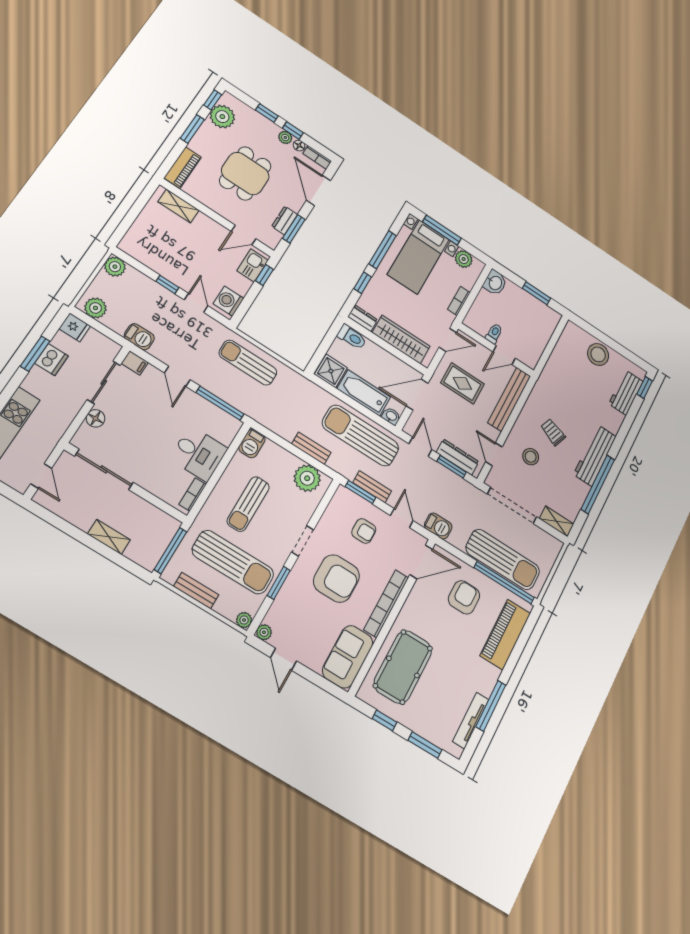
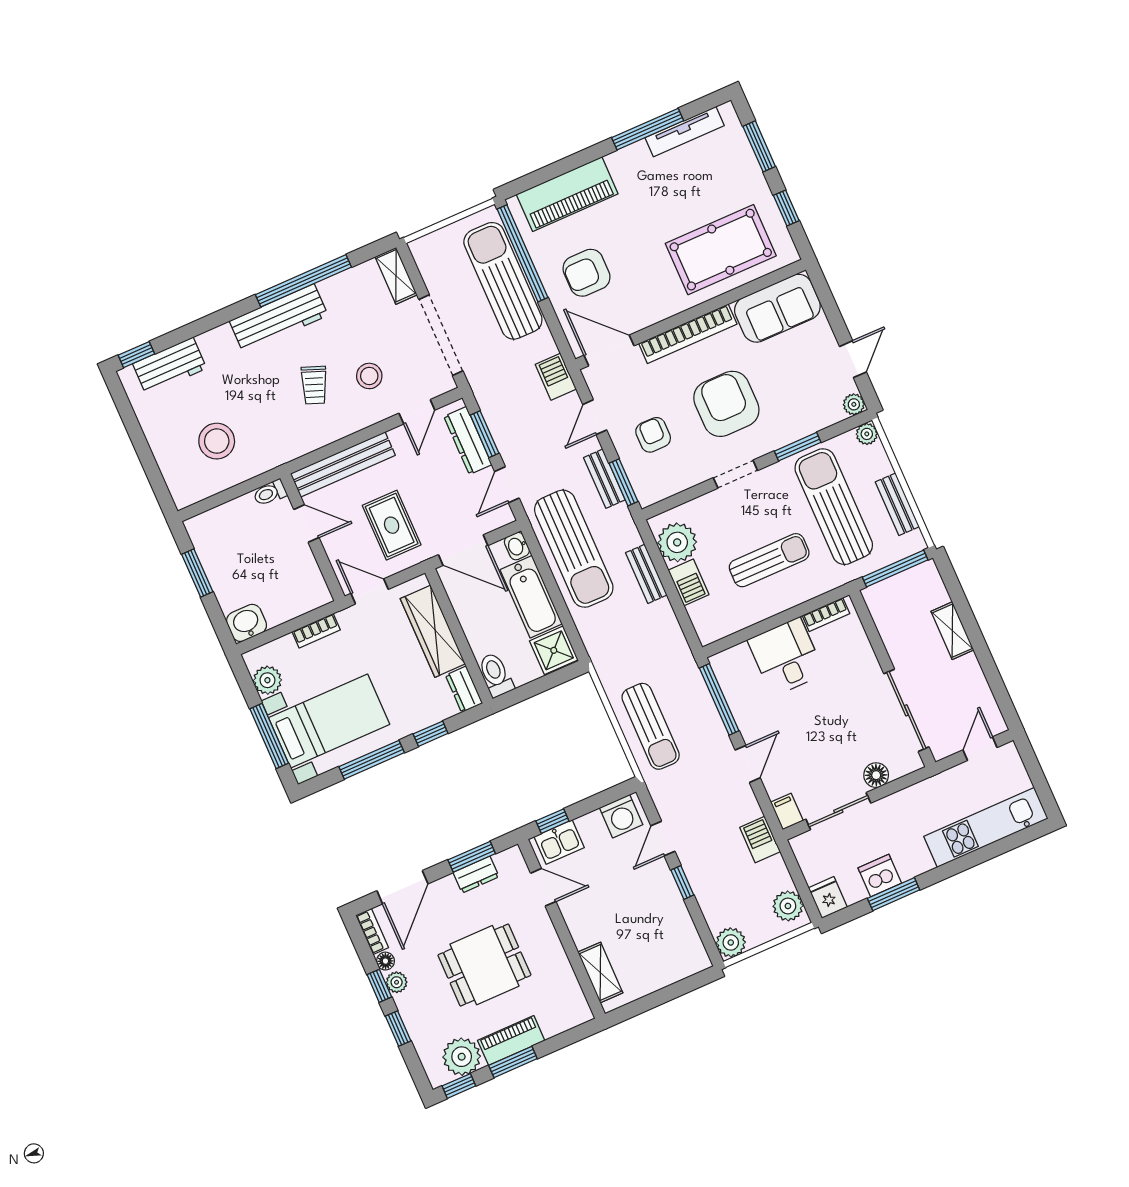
piano: (183, 168) -> (511, 1040), moved
toilet: (494, 334) -> (270, 493), moved
stool: (598, 354) -> (217, 441), moved
barbecue: (252, 443) -> (689, 582), moved, turned 90

